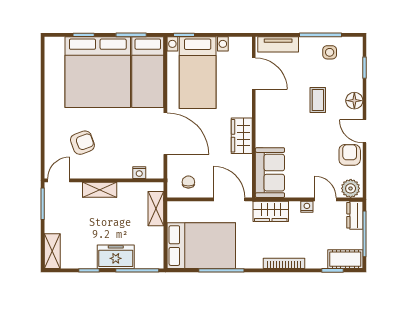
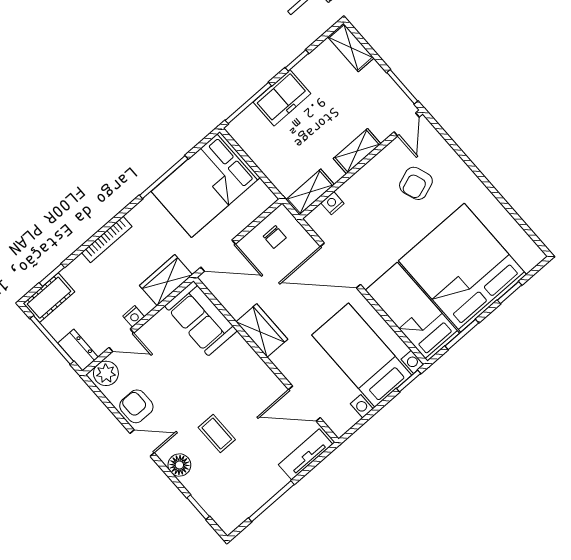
side table: (330, 52) -> (247, 492), removed
armchair: (350, 155) -> (136, 406), turned 180
shelving: (156, 209) -> (310, 192), moved, turned 90

